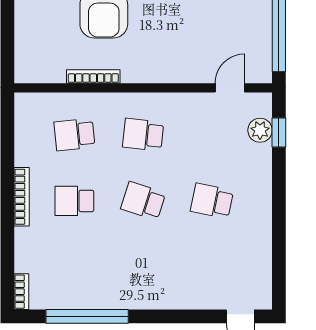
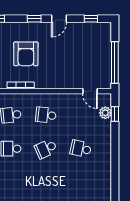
door: (230, 88) -> (90, 91), swing flipped
school desk: (143, 201) -> (46, 149), turned -42

